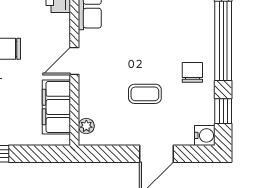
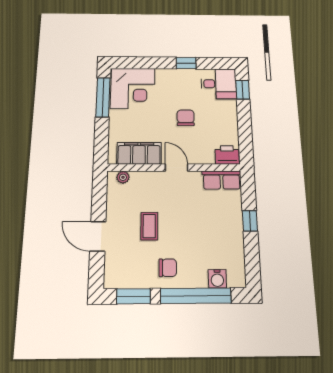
window: (223, 111) -> (133, 296), width x1.50
water cooler: (205, 135) -> (217, 279), moved

